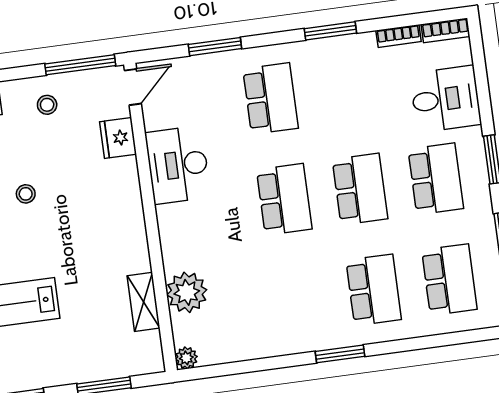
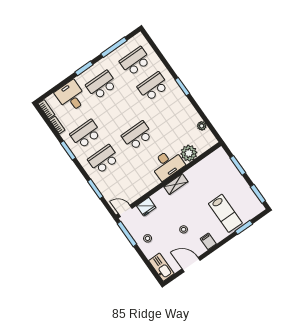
desk: (178, 165) -> (167, 164), moved
school desk: (360, 189) -> (86, 134), moved
shelving: (144, 302) -> (176, 184), moved
plant: (186, 358) -> (202, 126), moved

